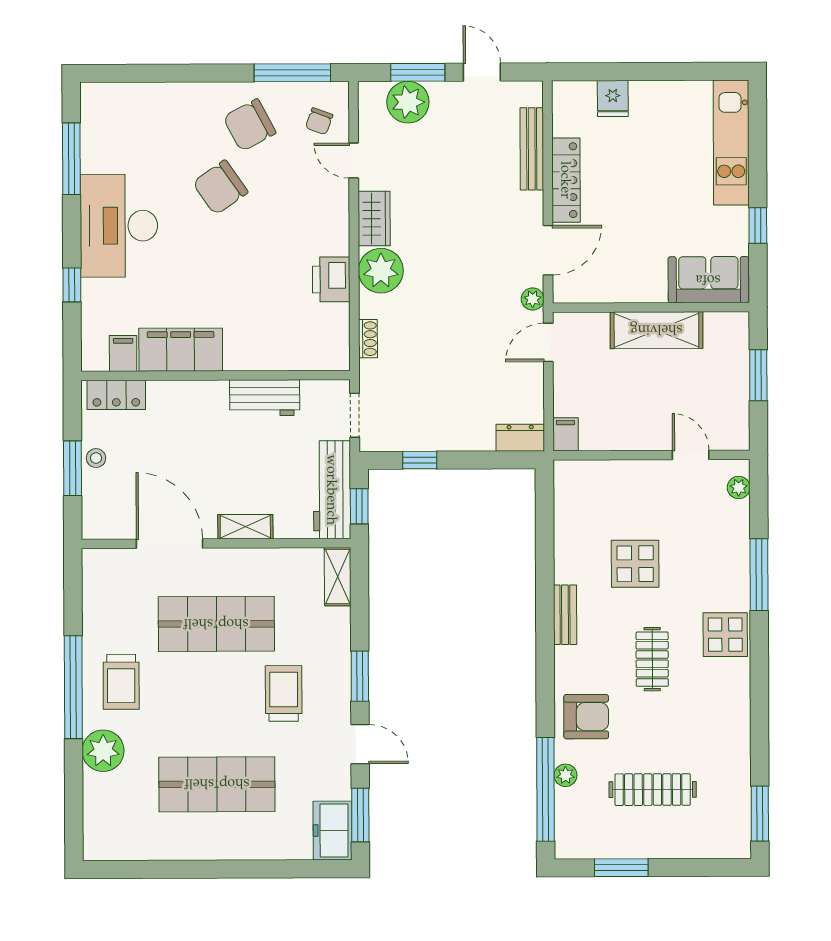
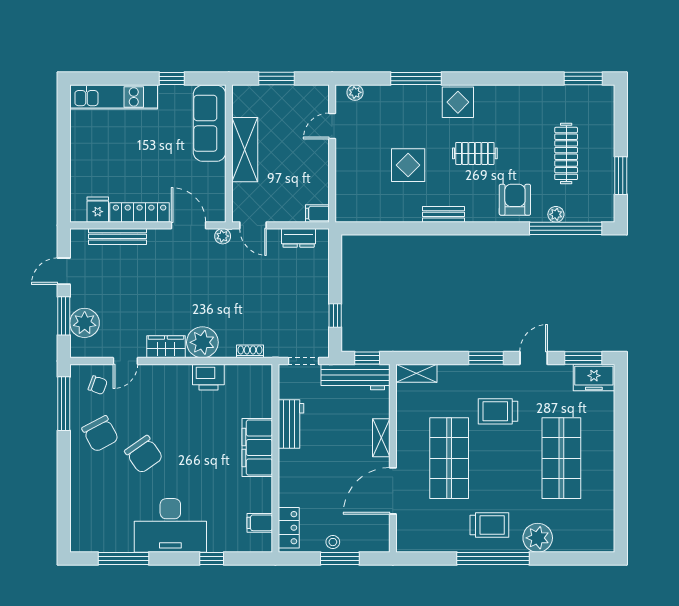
fridge: (613, 99) -> (98, 210), moved, turned -90
sofa: (708, 280) -> (210, 123), width x1.36
filing cabinet: (181, 350) -> (257, 448), moved
dresser: (520, 438) -> (299, 238), moved, turned -90

